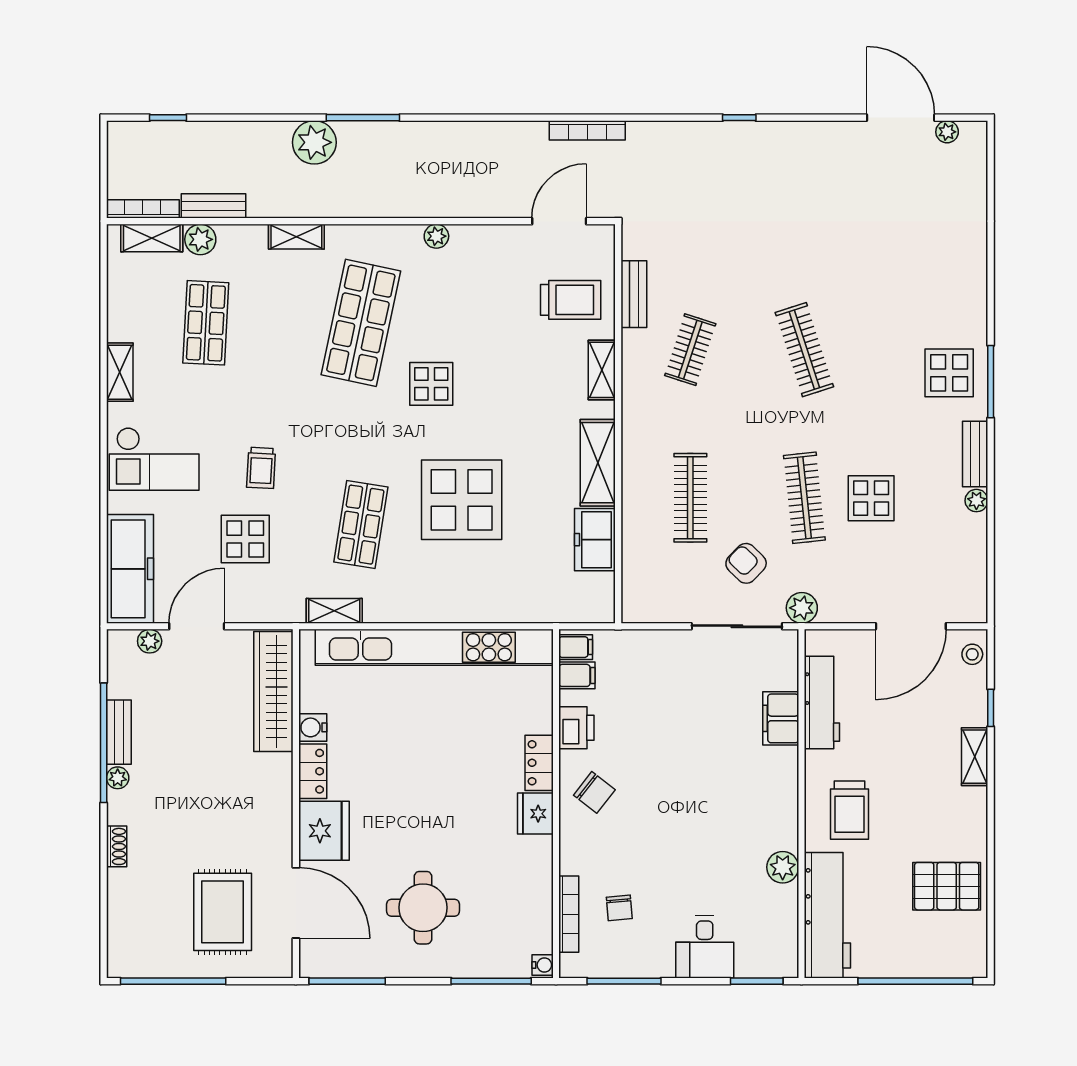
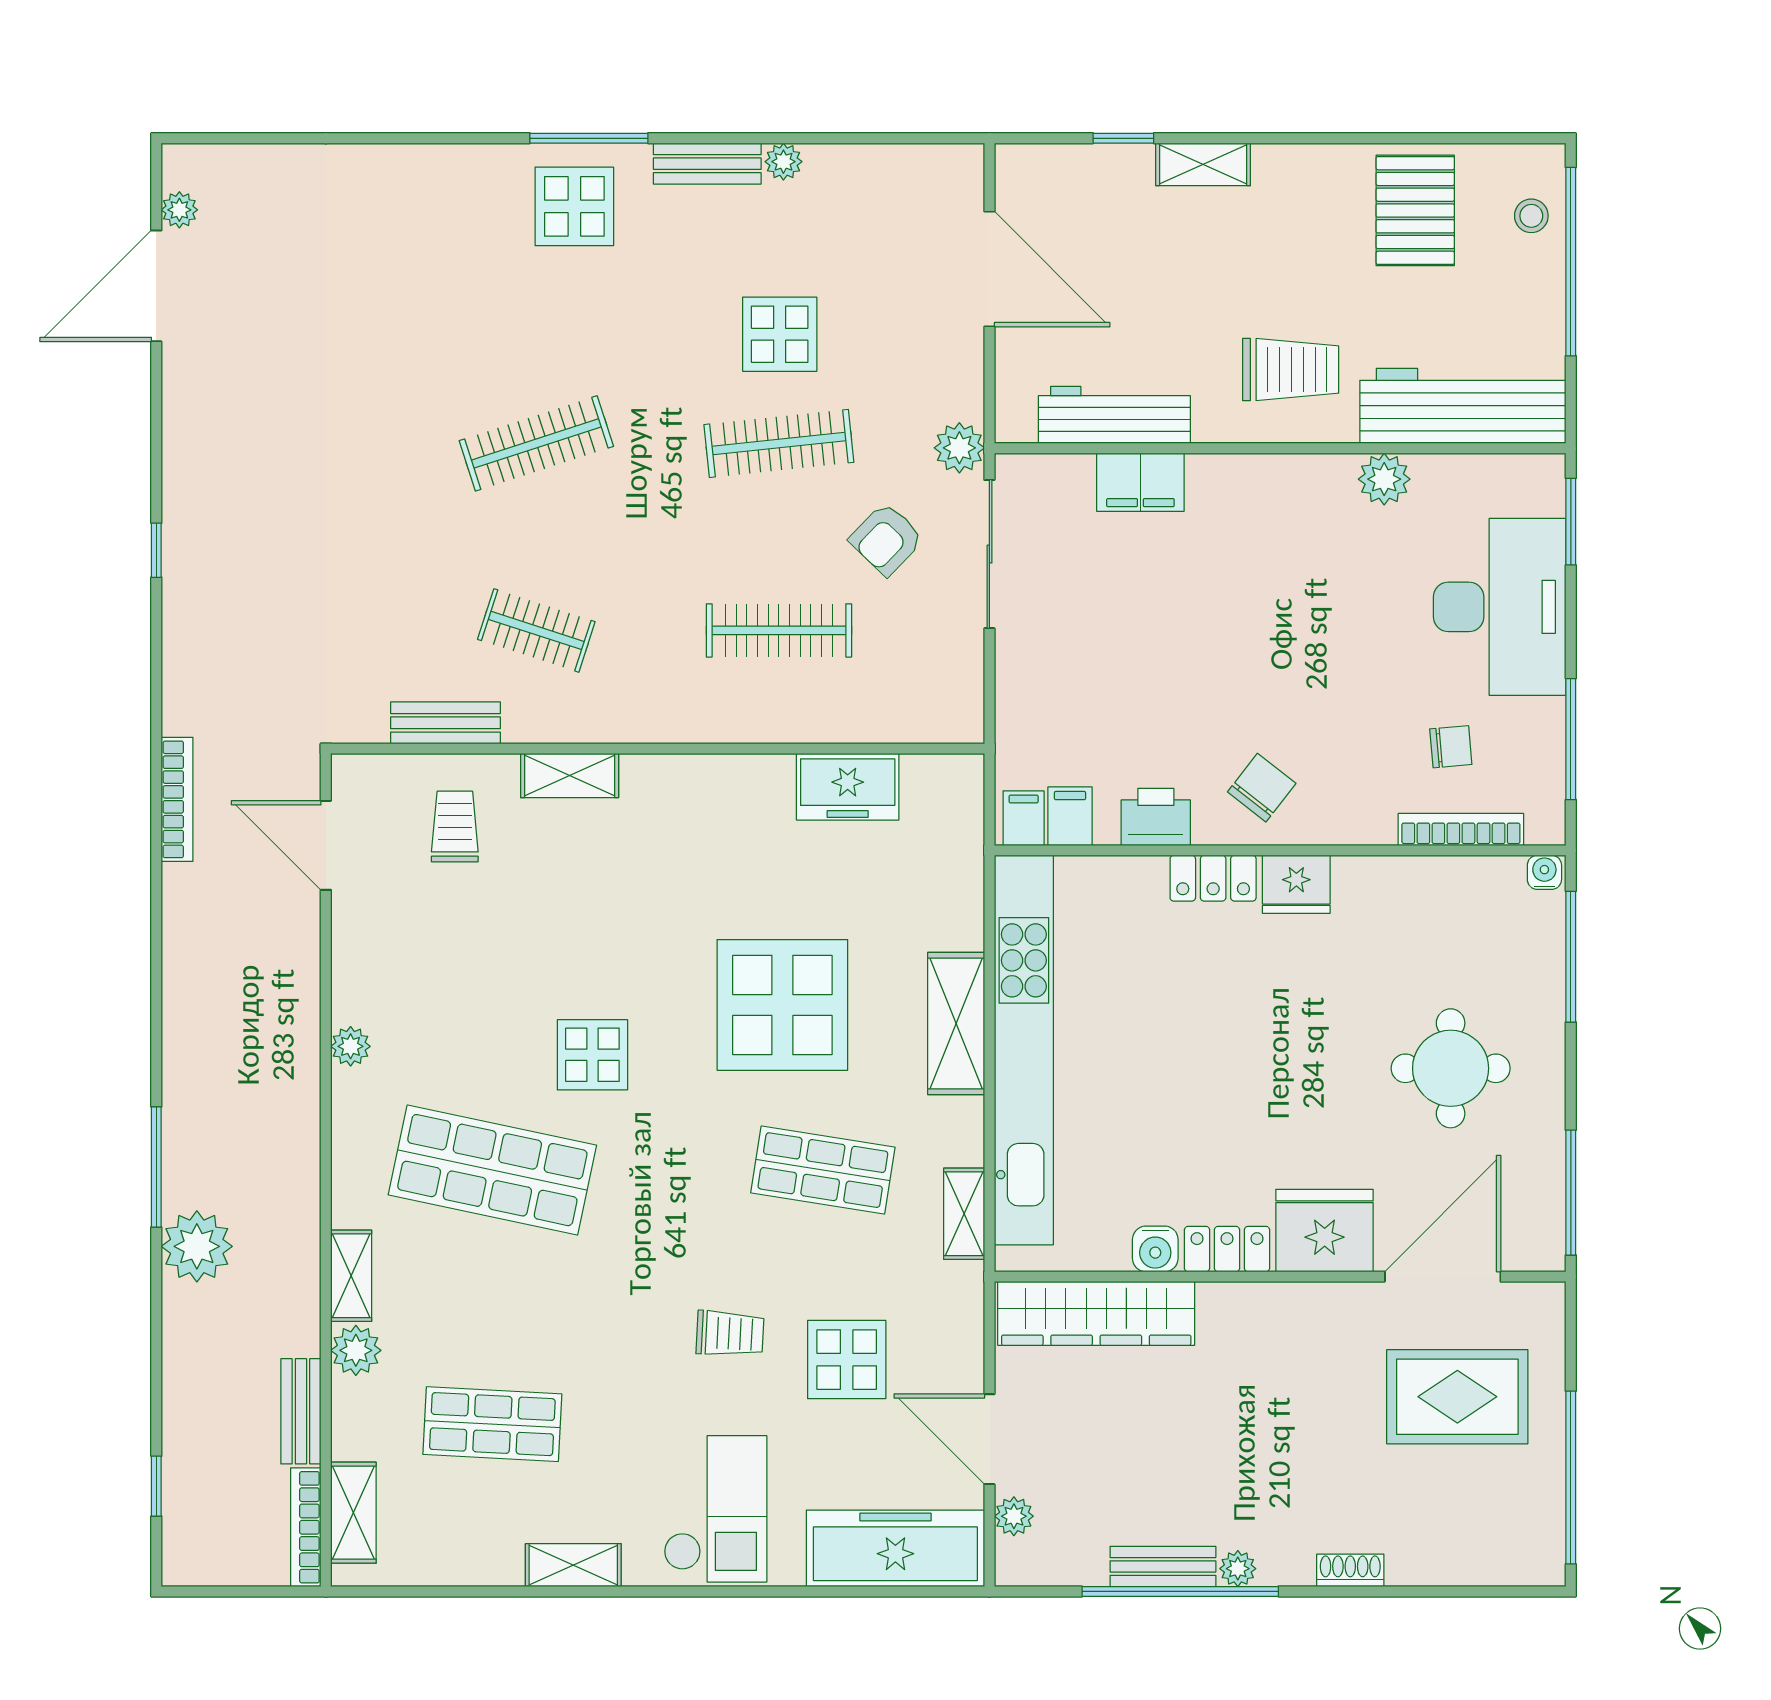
plant: (200, 239) -> (356, 1350), moved
trolley: (571, 300) -> (455, 826), width x0.73, depth x0.72
shelving: (598, 463) -> (956, 1024), moved, turned 90
stool: (972, 654) -> (1531, 216), moved
desk: (705, 947) -> (1500, 607), width x1.87, depth x1.30

